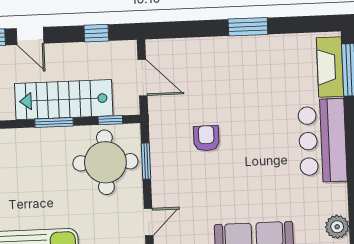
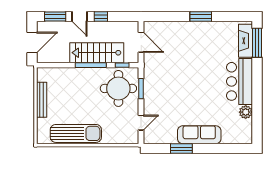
window: (96, 33) -> (101, 16), moved
window: (54, 122) -> (91, 65), width x1.44
armchair: (206, 138) -> (175, 77), removed
plant: (337, 227) -> (246, 112), moved

